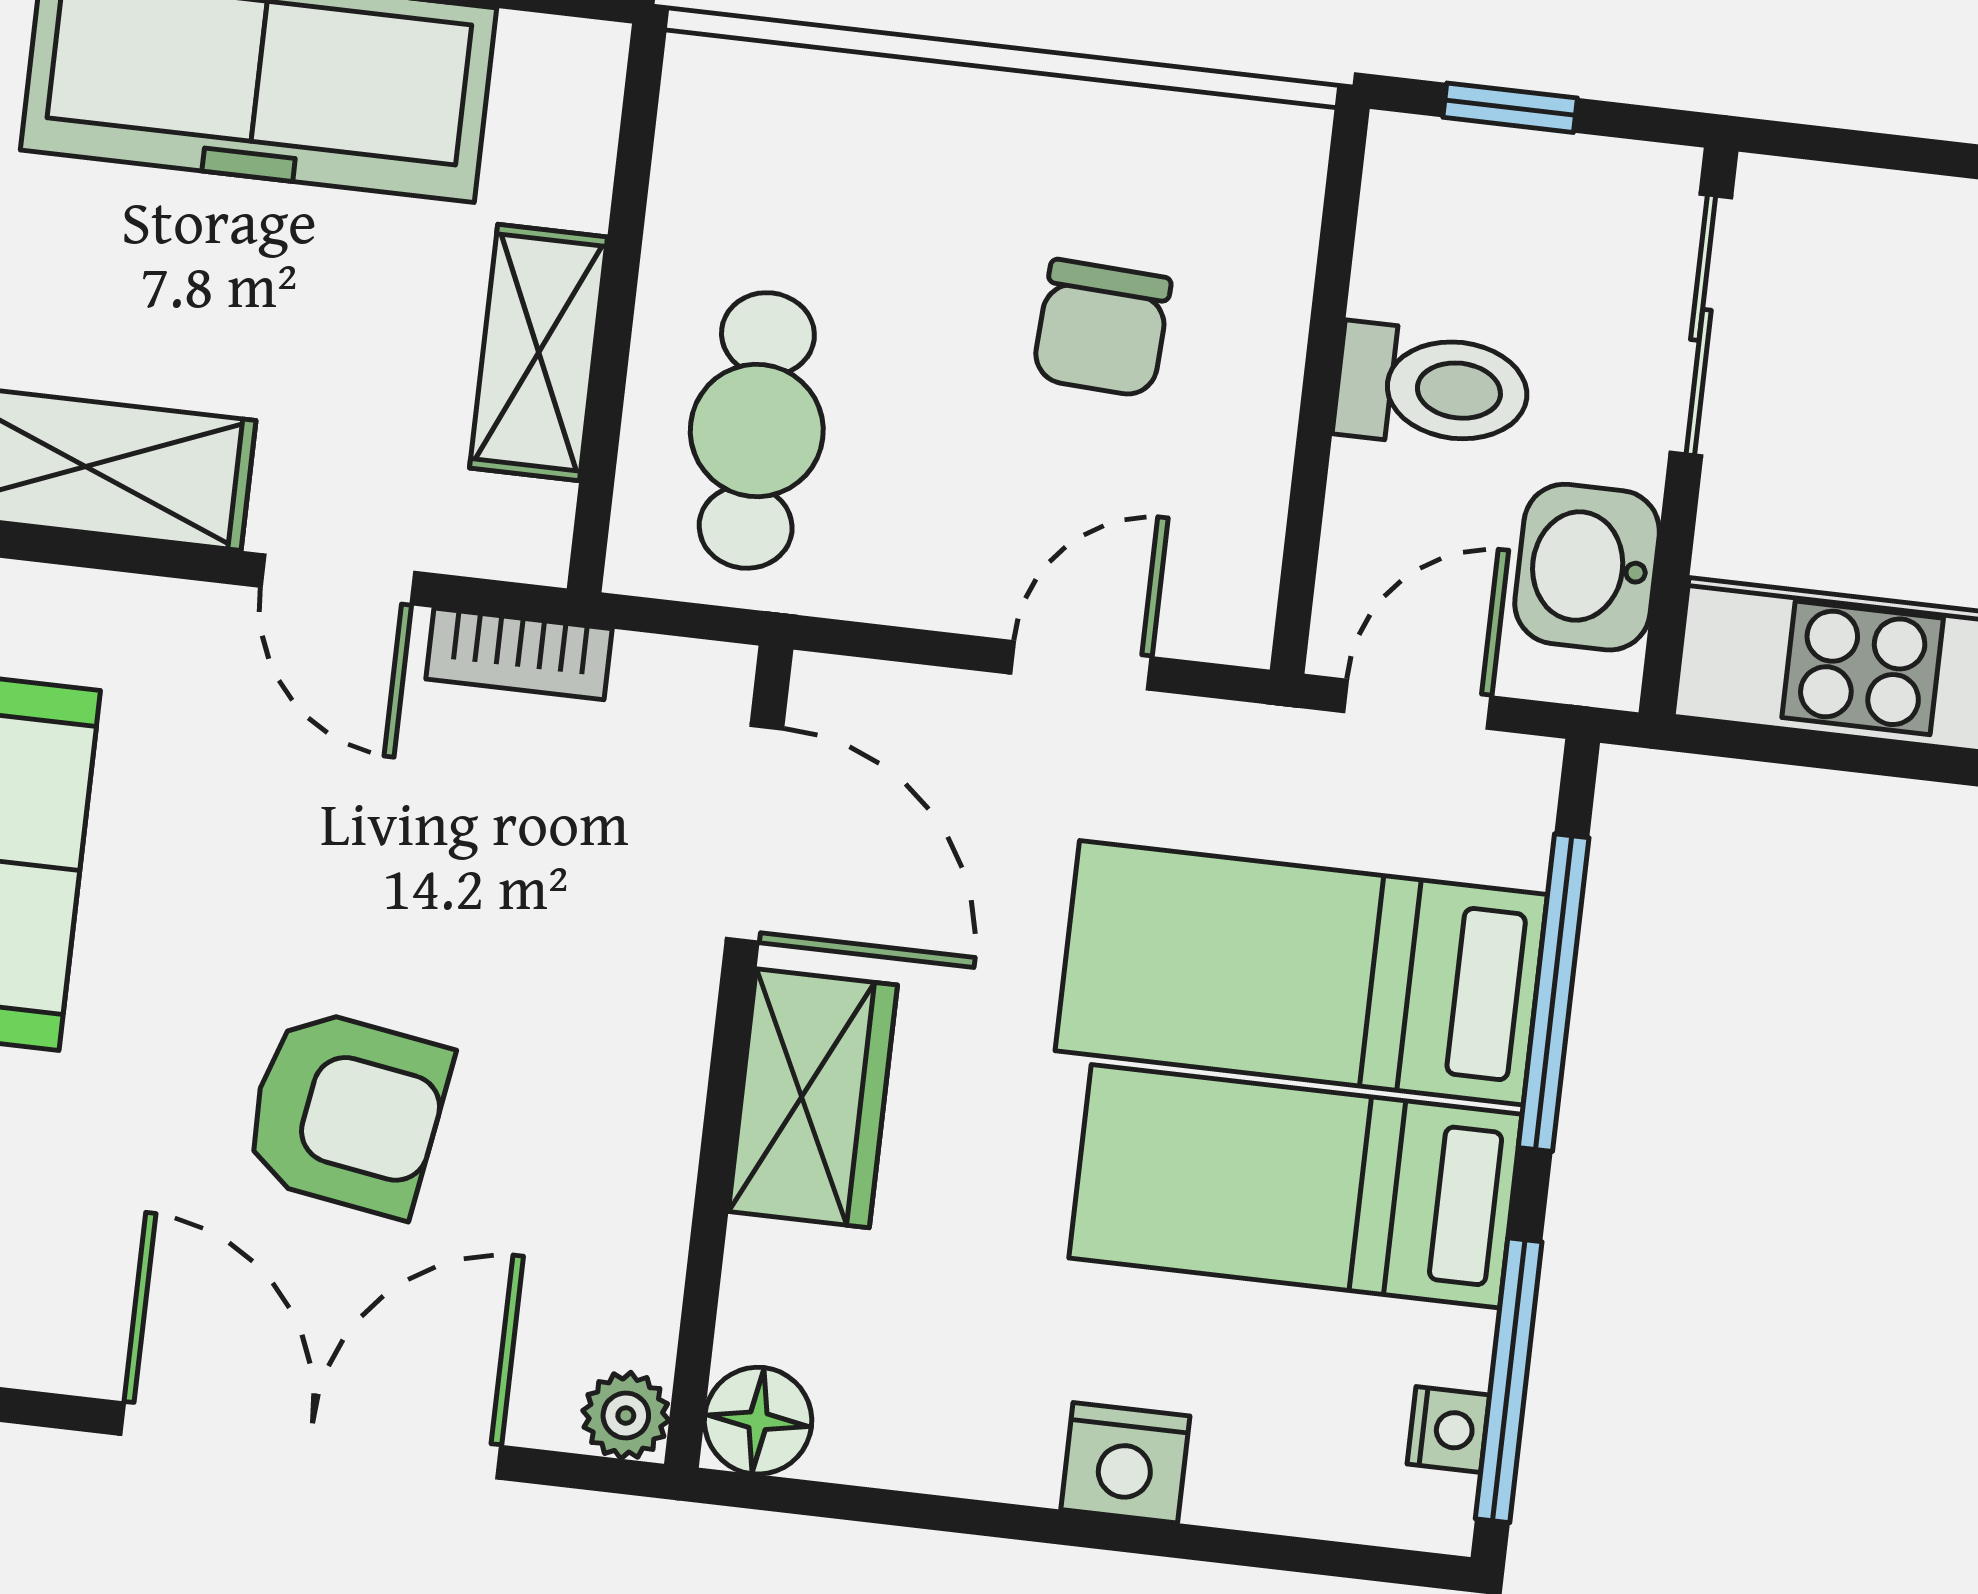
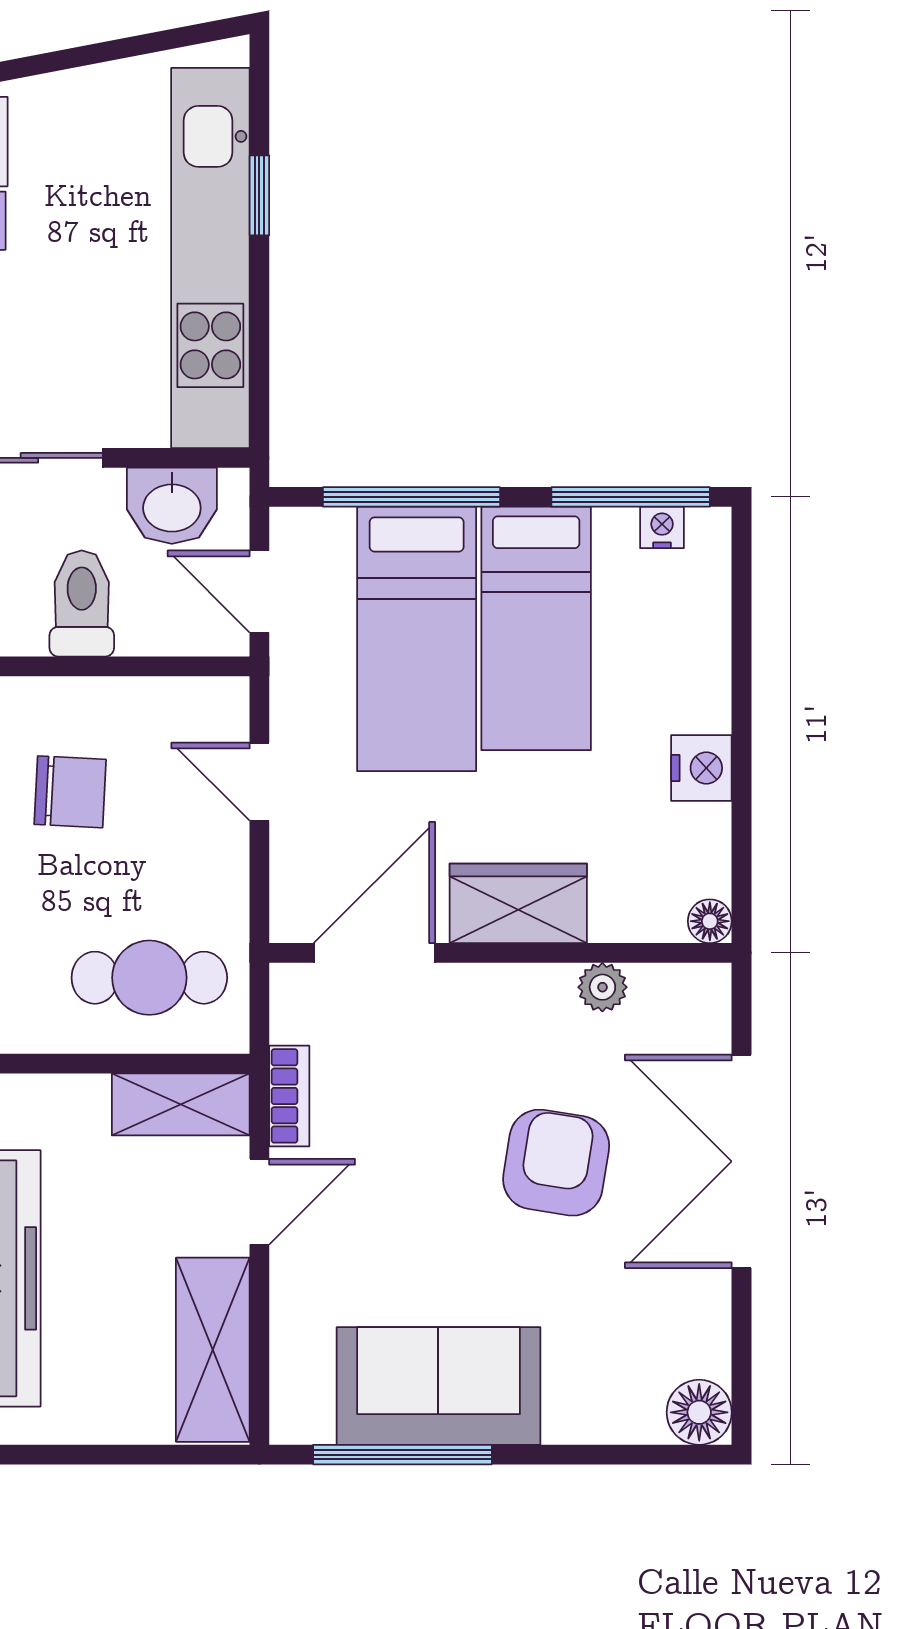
shelving: (539, 352) -> (181, 1104), moved
plant: (626, 1416) -> (602, 987), moved
floor lamp: (758, 1421) -> (710, 921), width x0.73, depth x0.73
nightstand: (1125, 1463) -> (701, 768), moved

